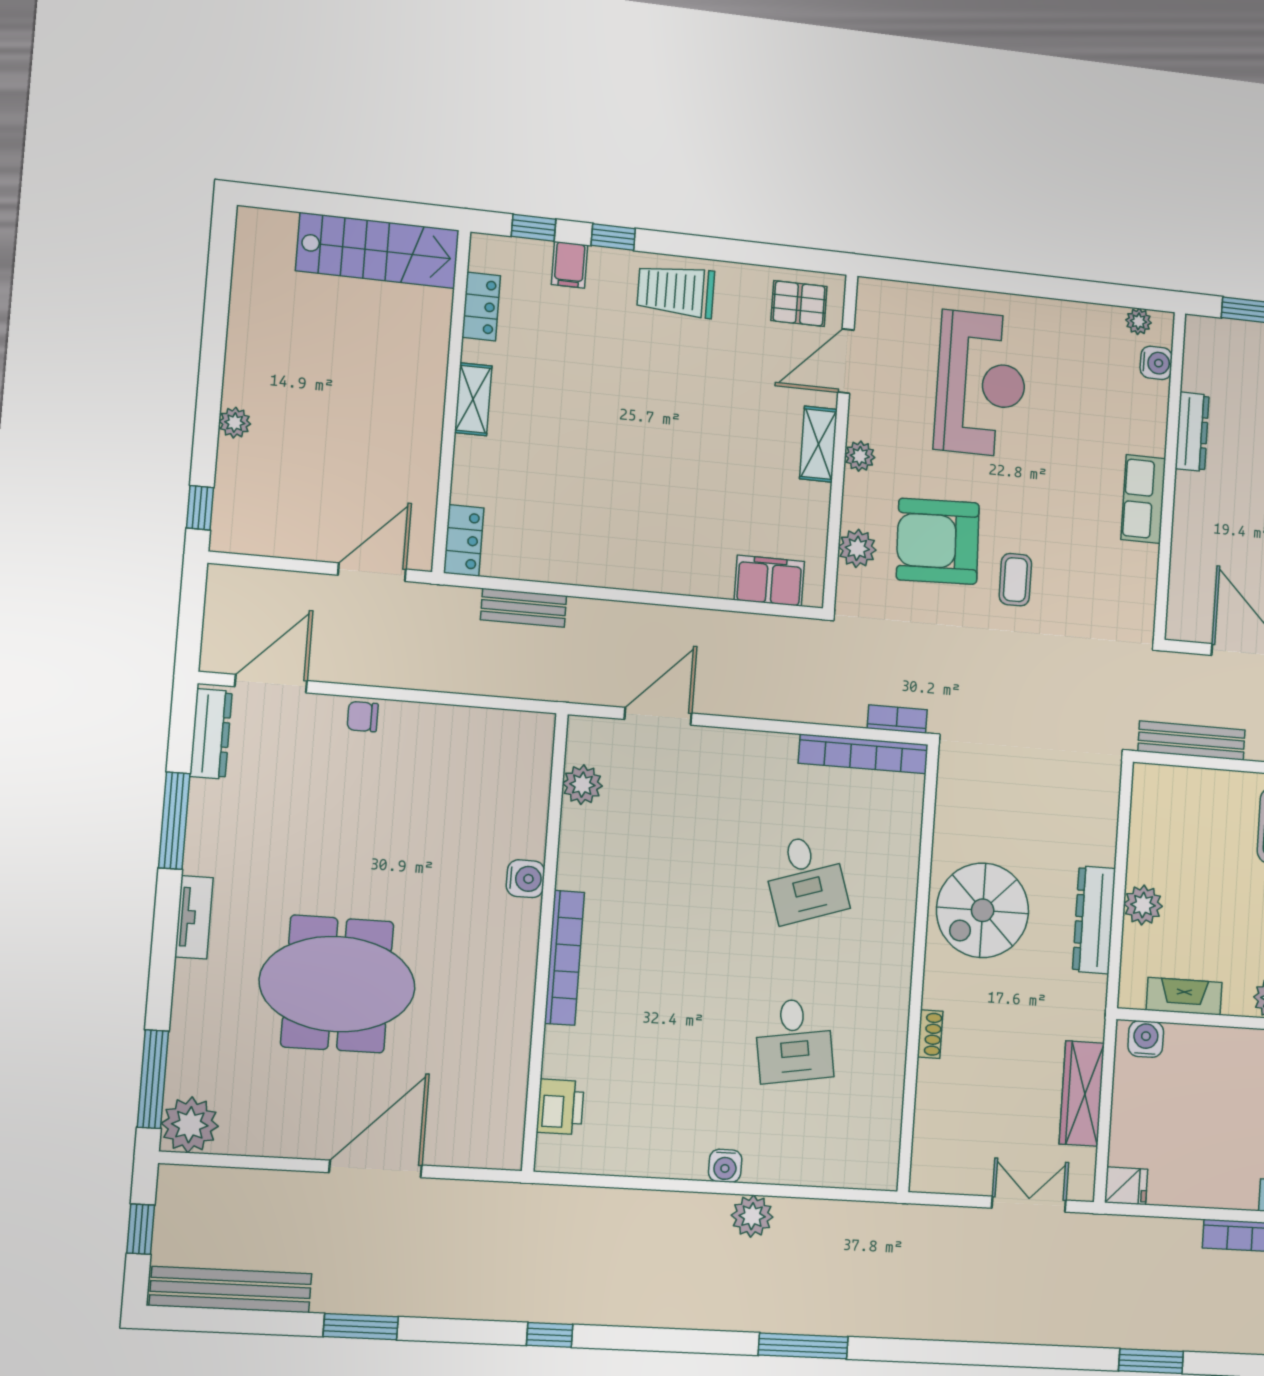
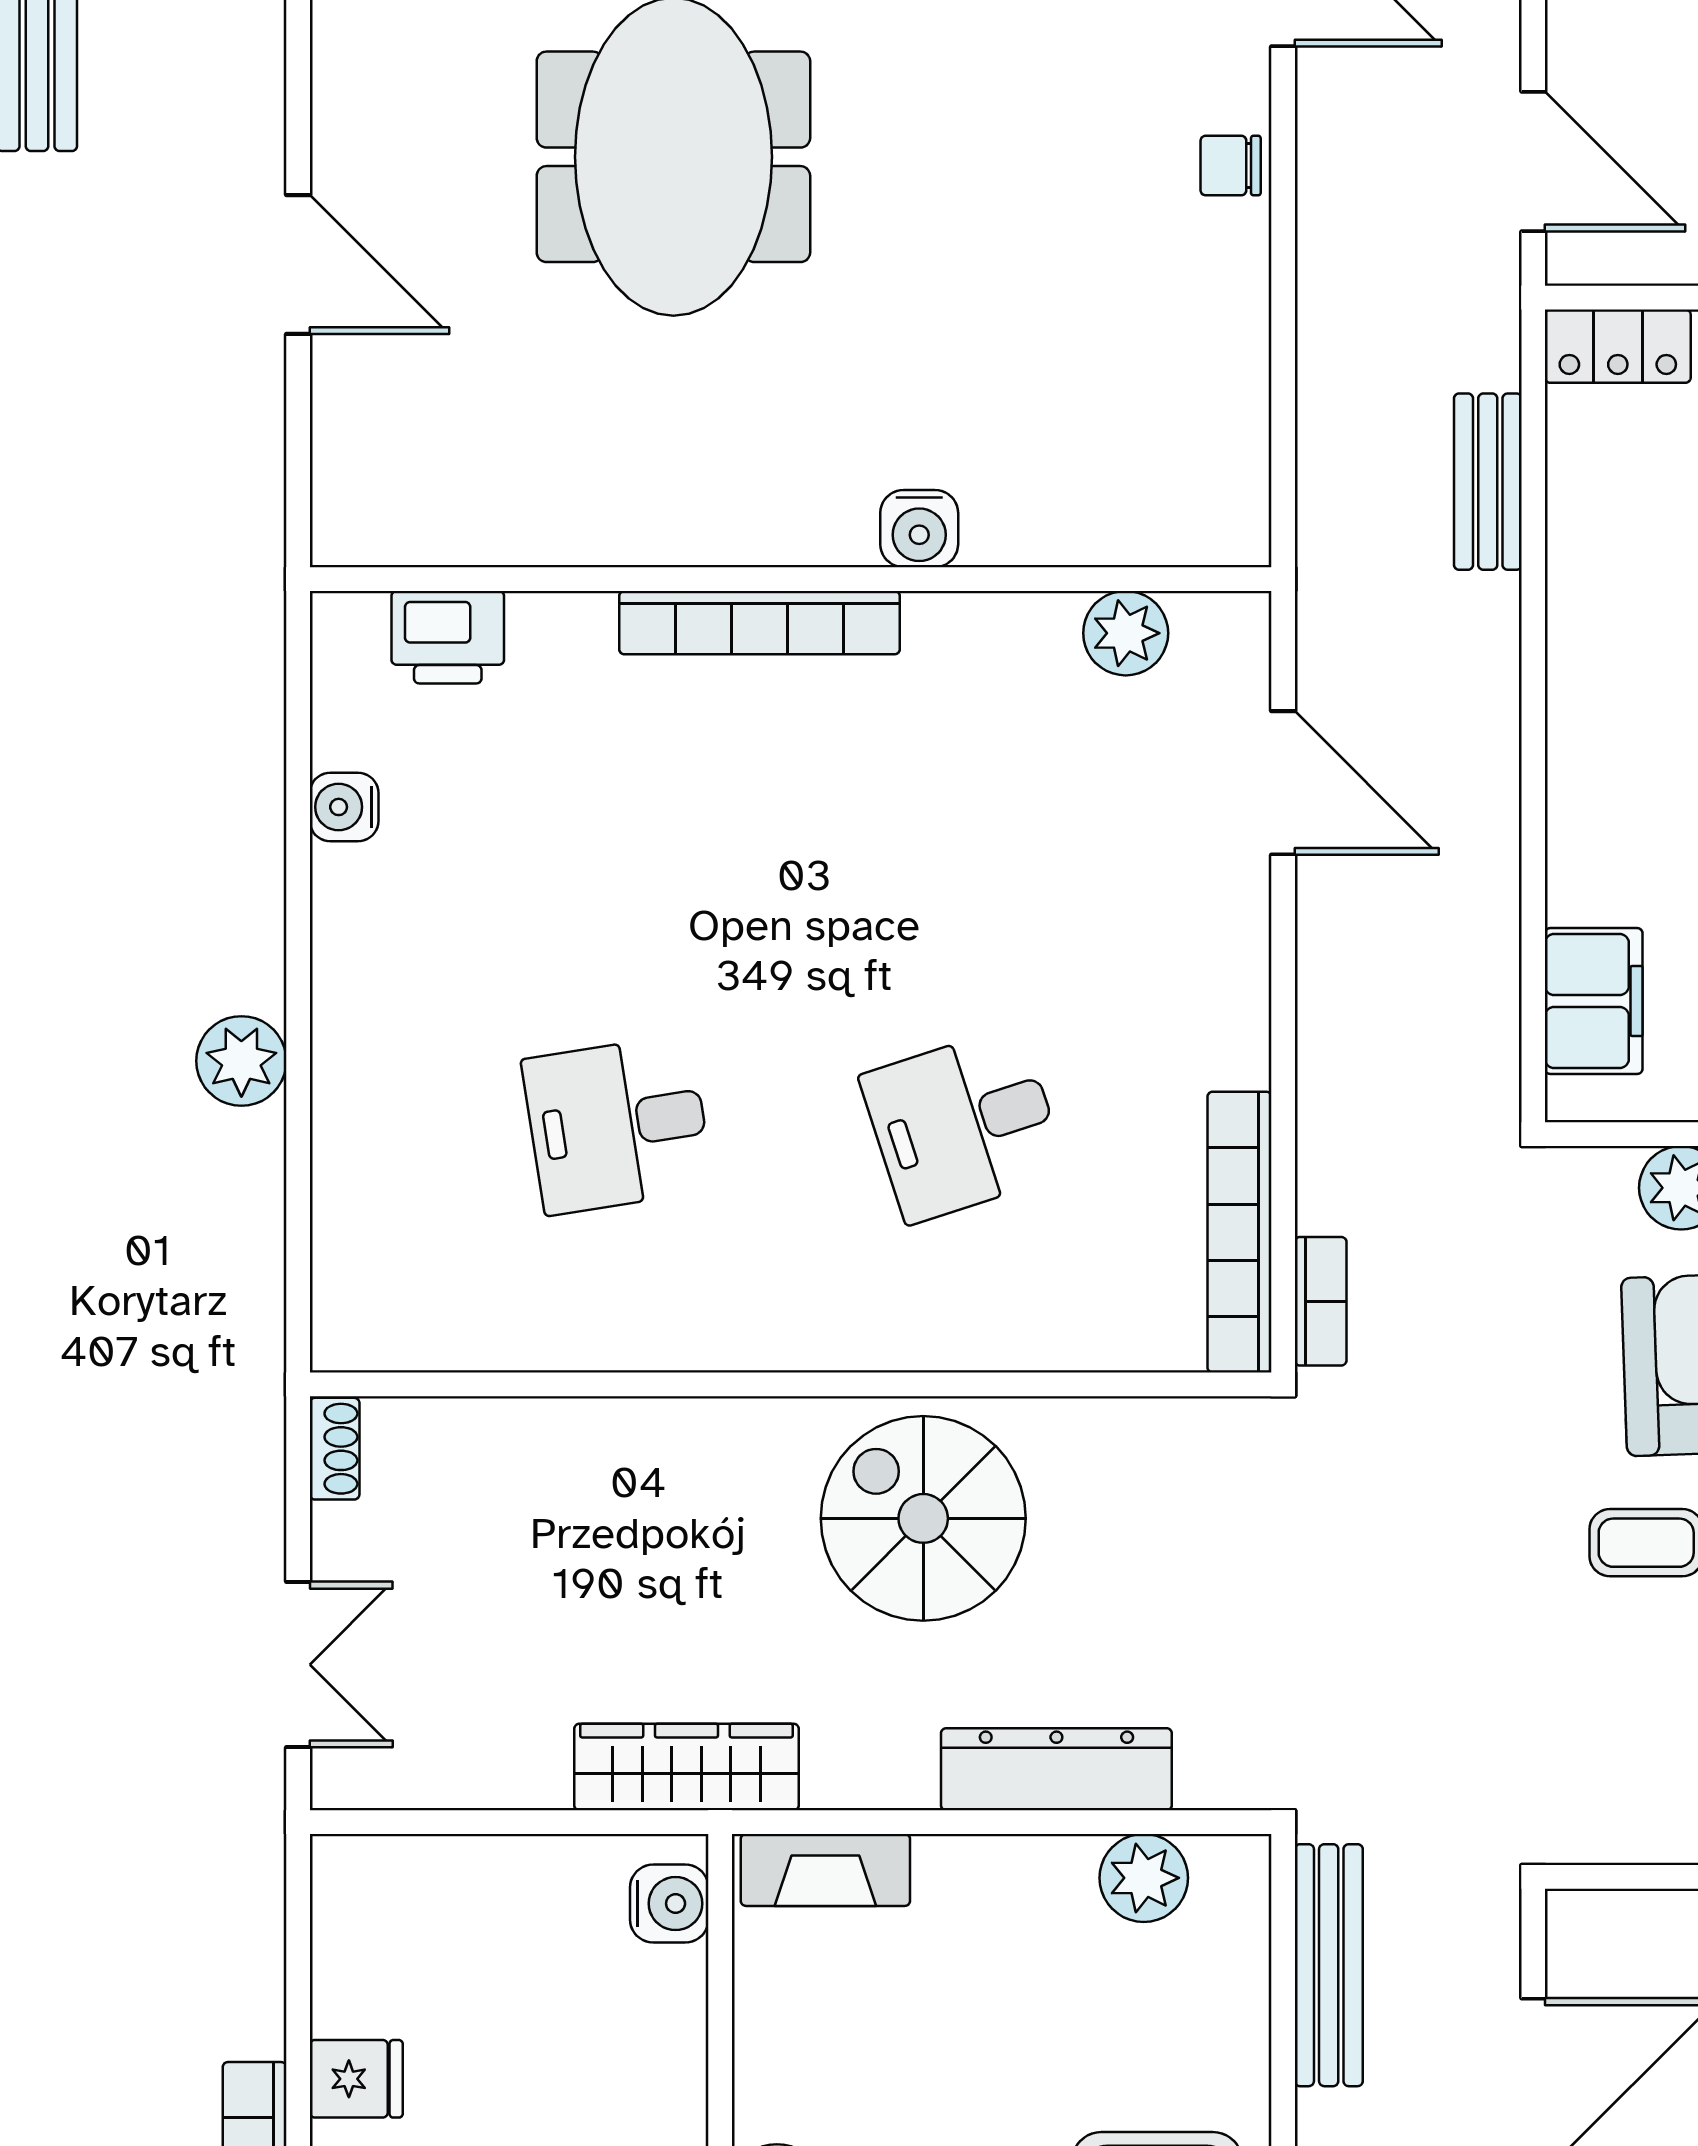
chair: (363, 717) -> (1231, 166), turned -90
plant: (1143, 905) -> (1144, 1878), moved
dresser: (1094, 920) -> (1056, 1769), moved
fireplace: (1184, 996) -> (825, 1870), moved, turned 90
shoe rack: (930, 1034) -> (335, 1449), moved, turned -90
wardrobe: (1082, 1094) -> (686, 1767), moved
water cooler: (725, 1166) -> (344, 807), moved
door: (376, 1169) -> (298, 265), width x0.73
fridge: (1126, 1186) -> (356, 2079), moved, turned -90

